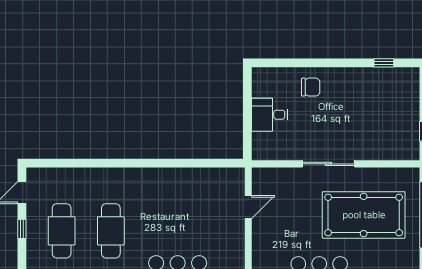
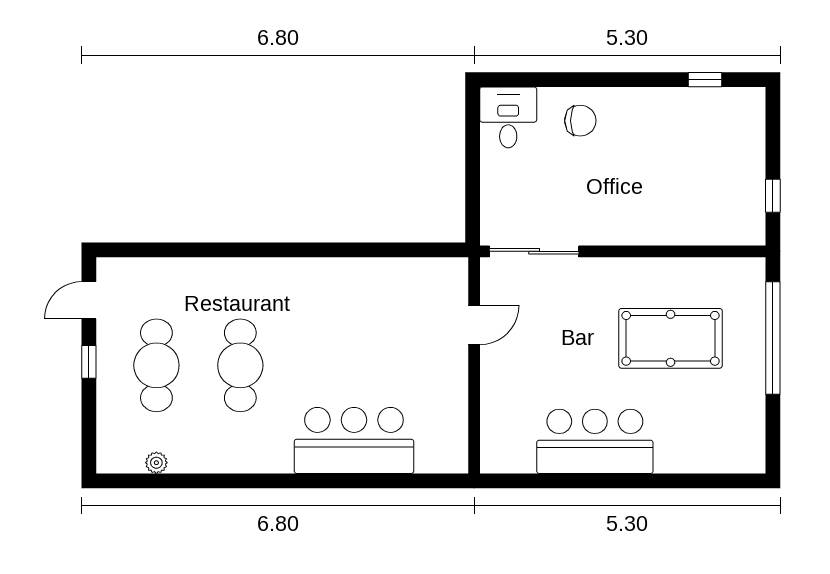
desk: (270, 115) -> (508, 117), moved, turned 90
sliding door: (329, 164) -> (534, 251), moved
pool table: (364, 215) -> (671, 338), width x0.73, depth x0.76

